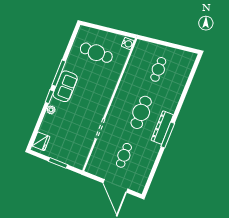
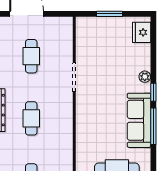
sofa: (65, 86) -> (139, 120), width x1.36
cafe table: (141, 112) -> (31, 118), width x0.73, depth x0.74

